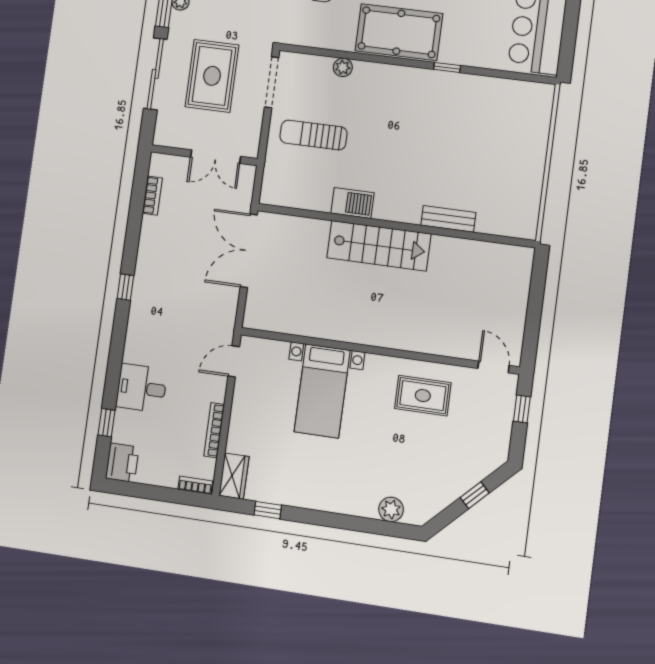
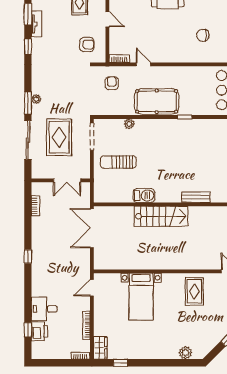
rug: (423, 396) -> (194, 291), turned 90
printer: (122, 463) -> (39, 331), moved

